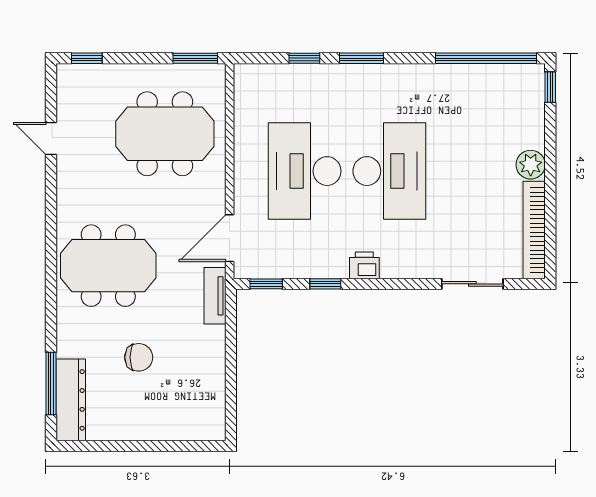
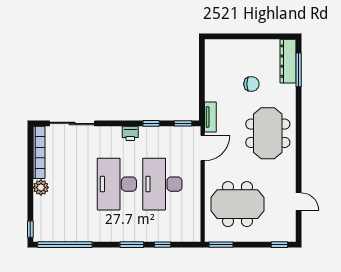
desk: (305, 171) -> (162, 184), turned 180
meeting table: (108, 266) -> (268, 133), turned 90
sliding door: (472, 284) -> (72, 123), width x1.37
chair: (139, 357) -> (251, 84), turned 180

